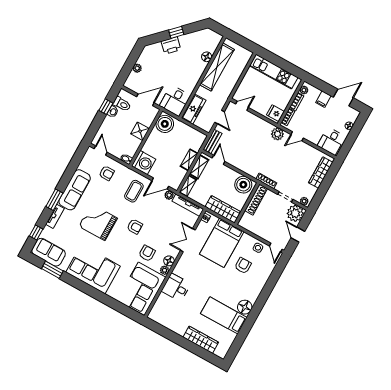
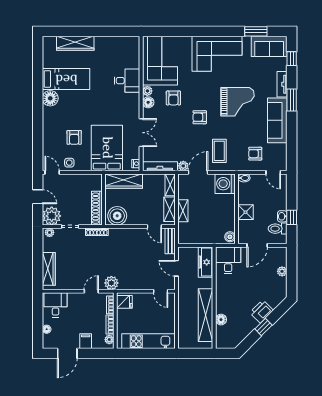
door: (242, 106) -> (161, 291), hinge flipped
boiler: (165, 124) -> (230, 237), width x0.54, depth x0.54

